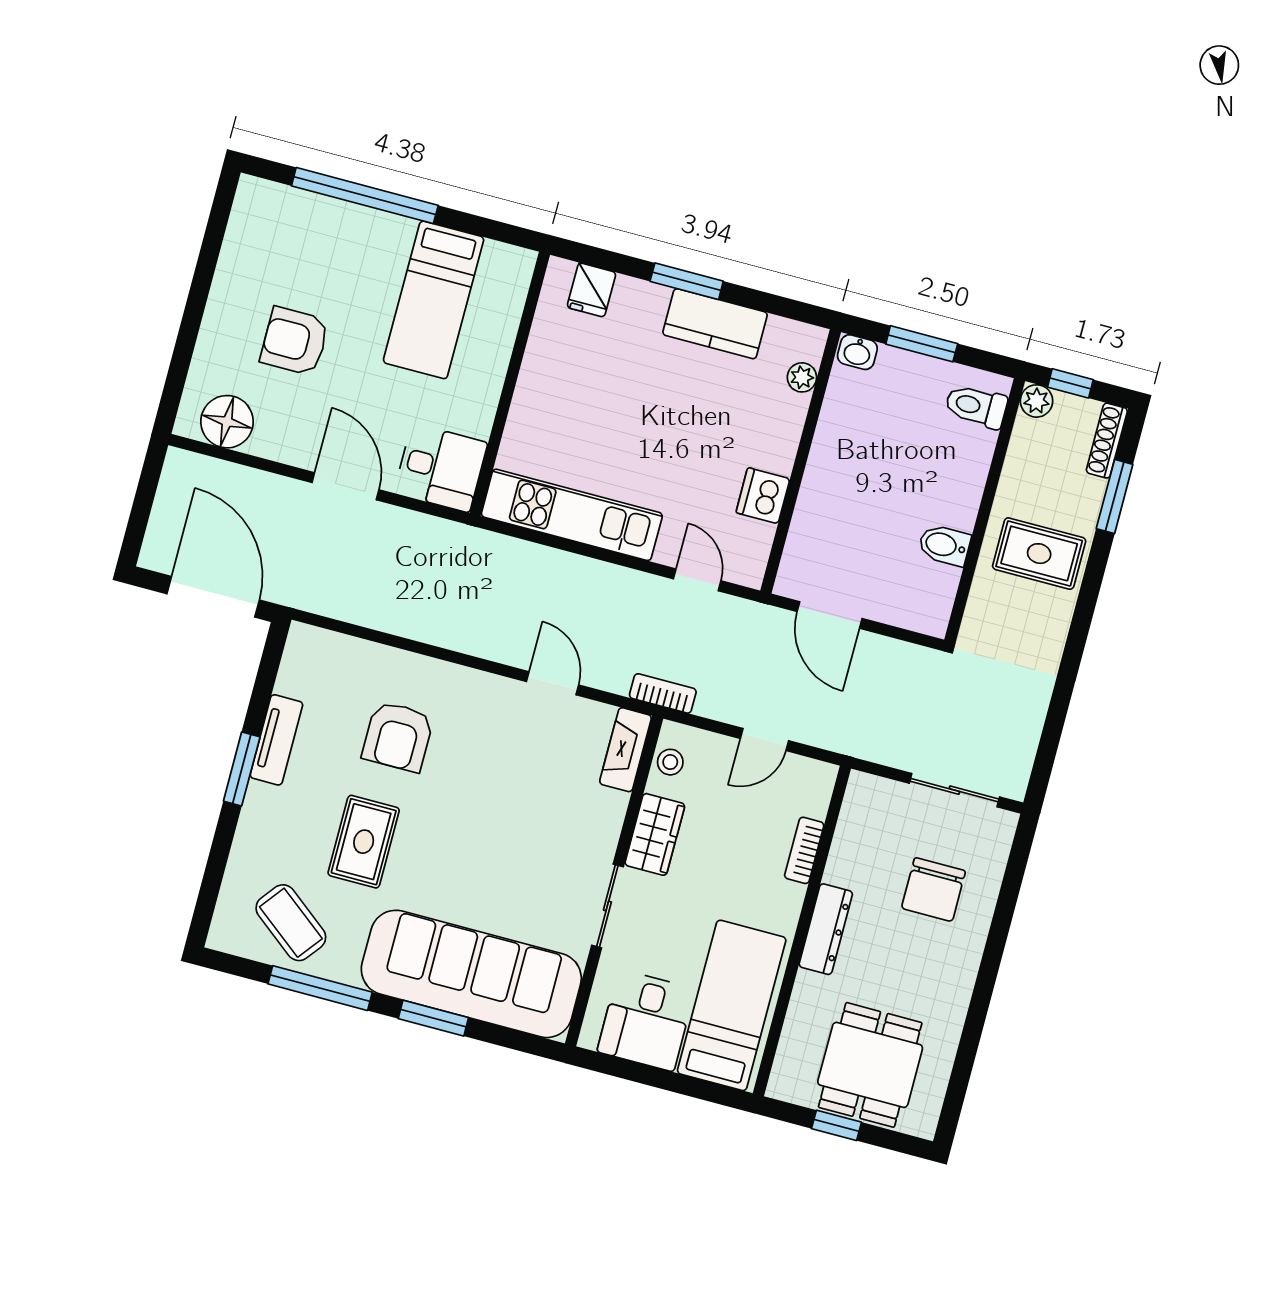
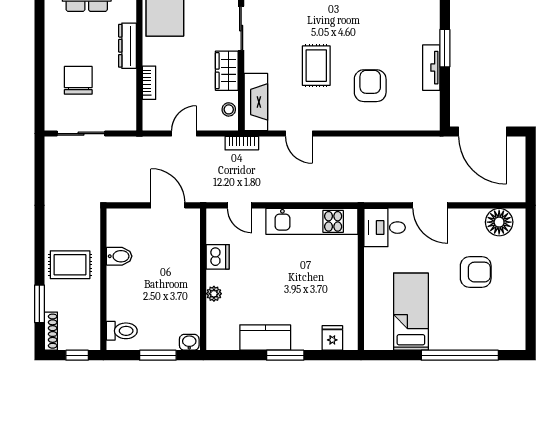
plant: (802, 377) -> (214, 294), moved
plant: (1037, 401) -> (92, 342), removed
fireplace: (626, 750) -> (256, 102), width x1.37, depth x1.32
rug: (364, 842) -> (316, 66), moved

